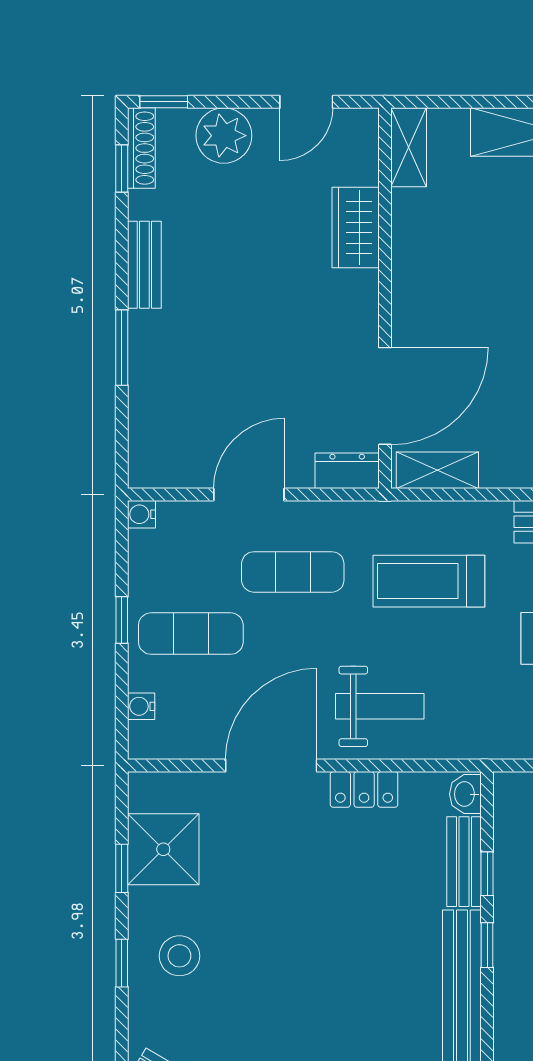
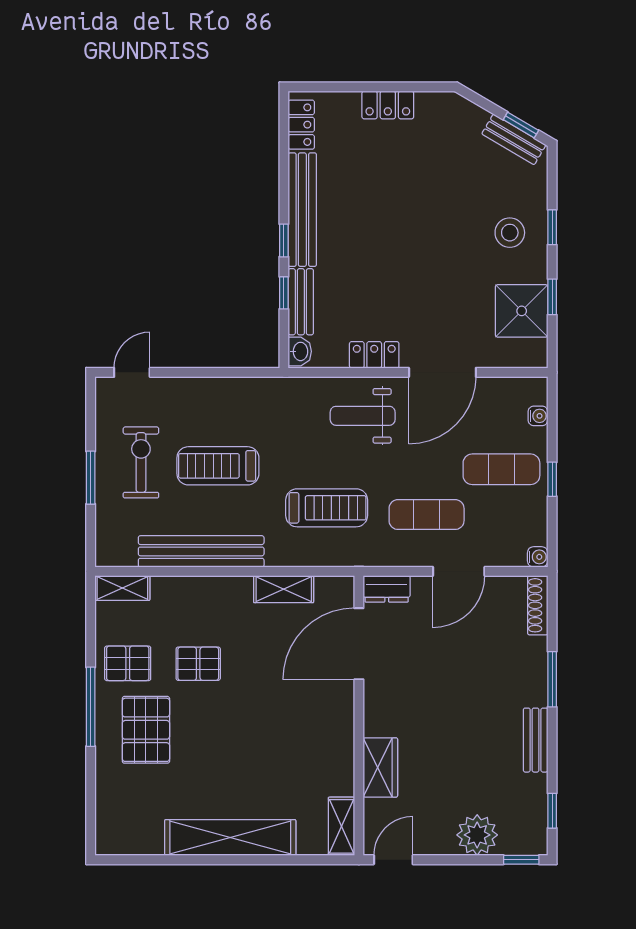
door: (306, 102) -> (393, 860), moved
shoe rack: (141, 148) -> (538, 605), moved
shelving: (437, 470) -> (284, 589), moved

